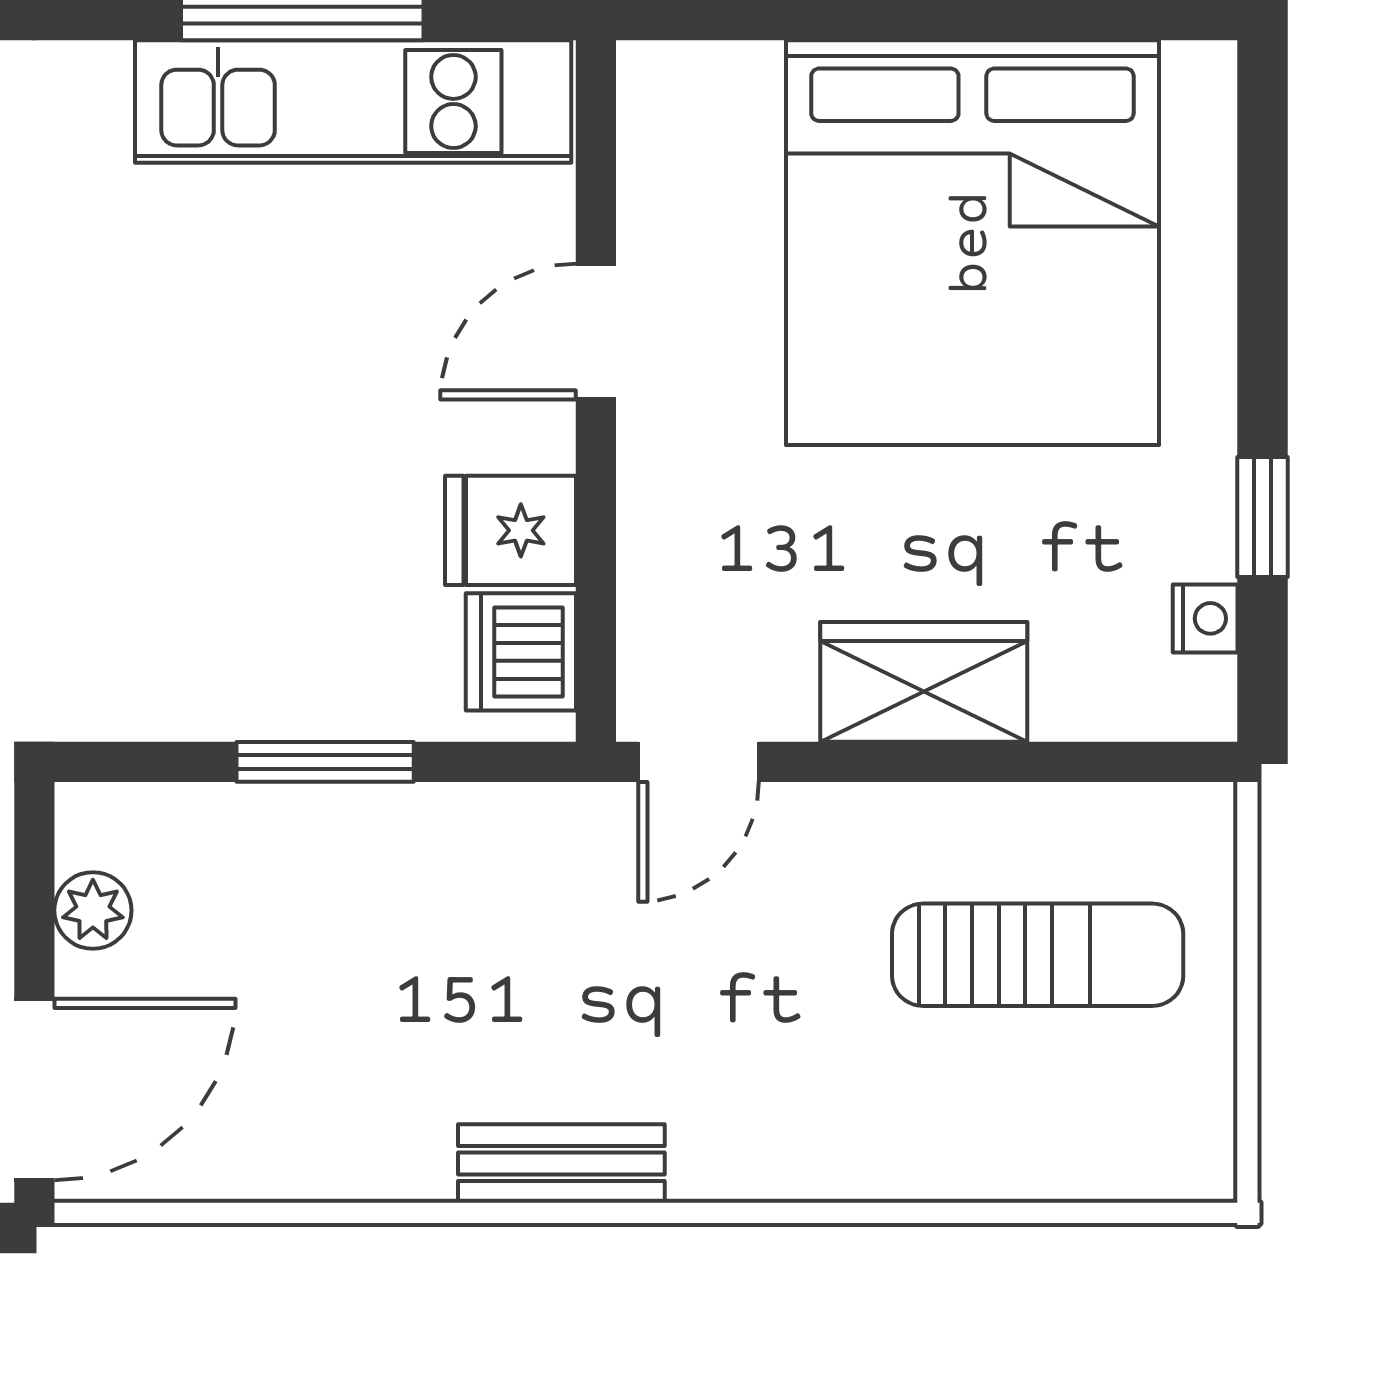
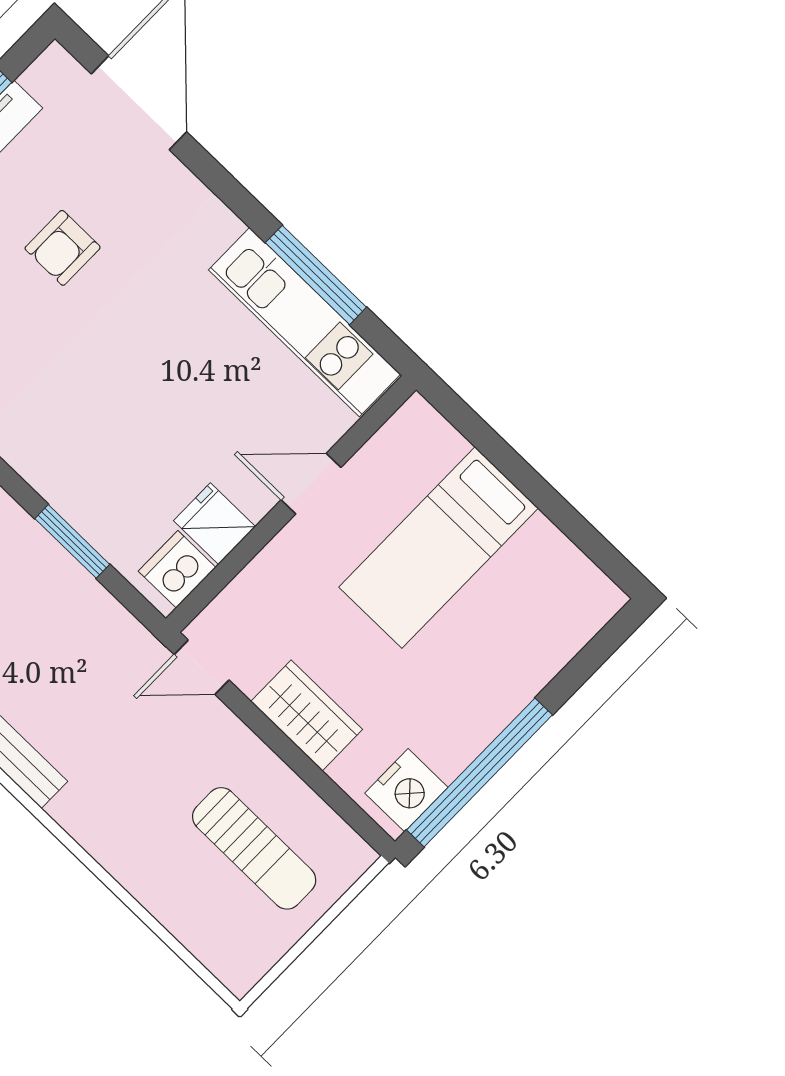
bed: (972, 243) -> (439, 548), width x0.49
window: (1262, 517) -> (480, 772), width x3.17
nightstand: (1205, 618) -> (406, 790), width x1.89, depth x1.79

